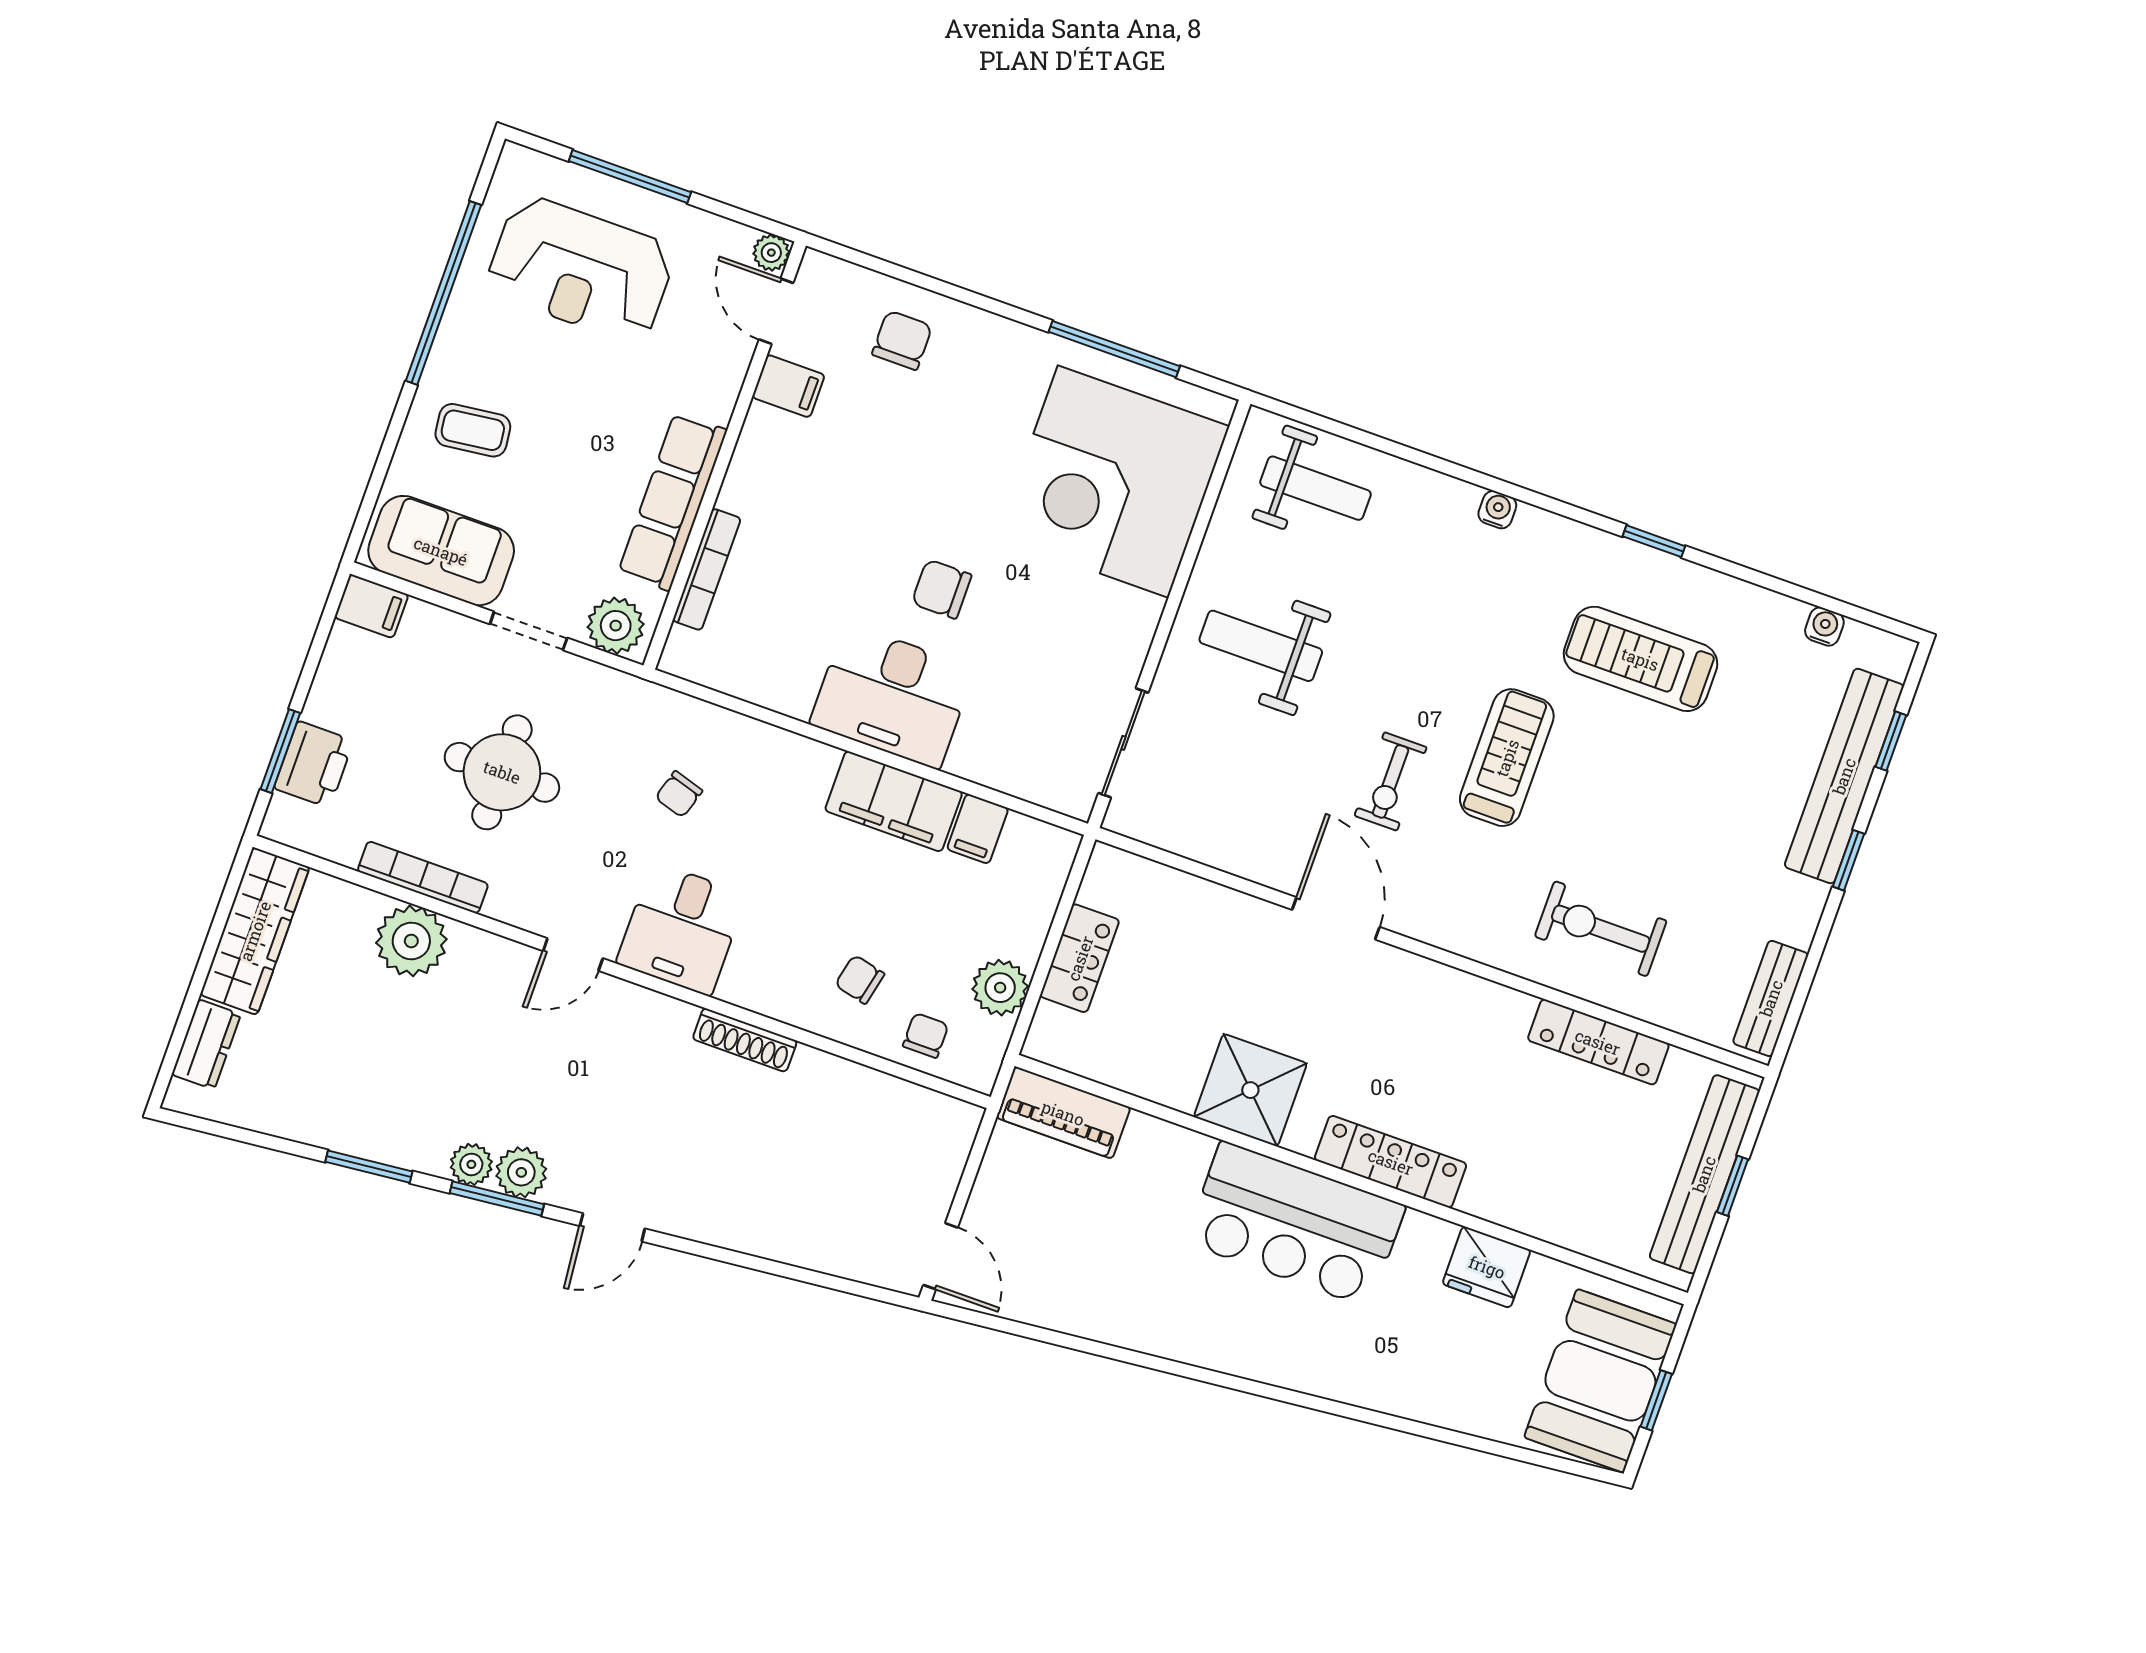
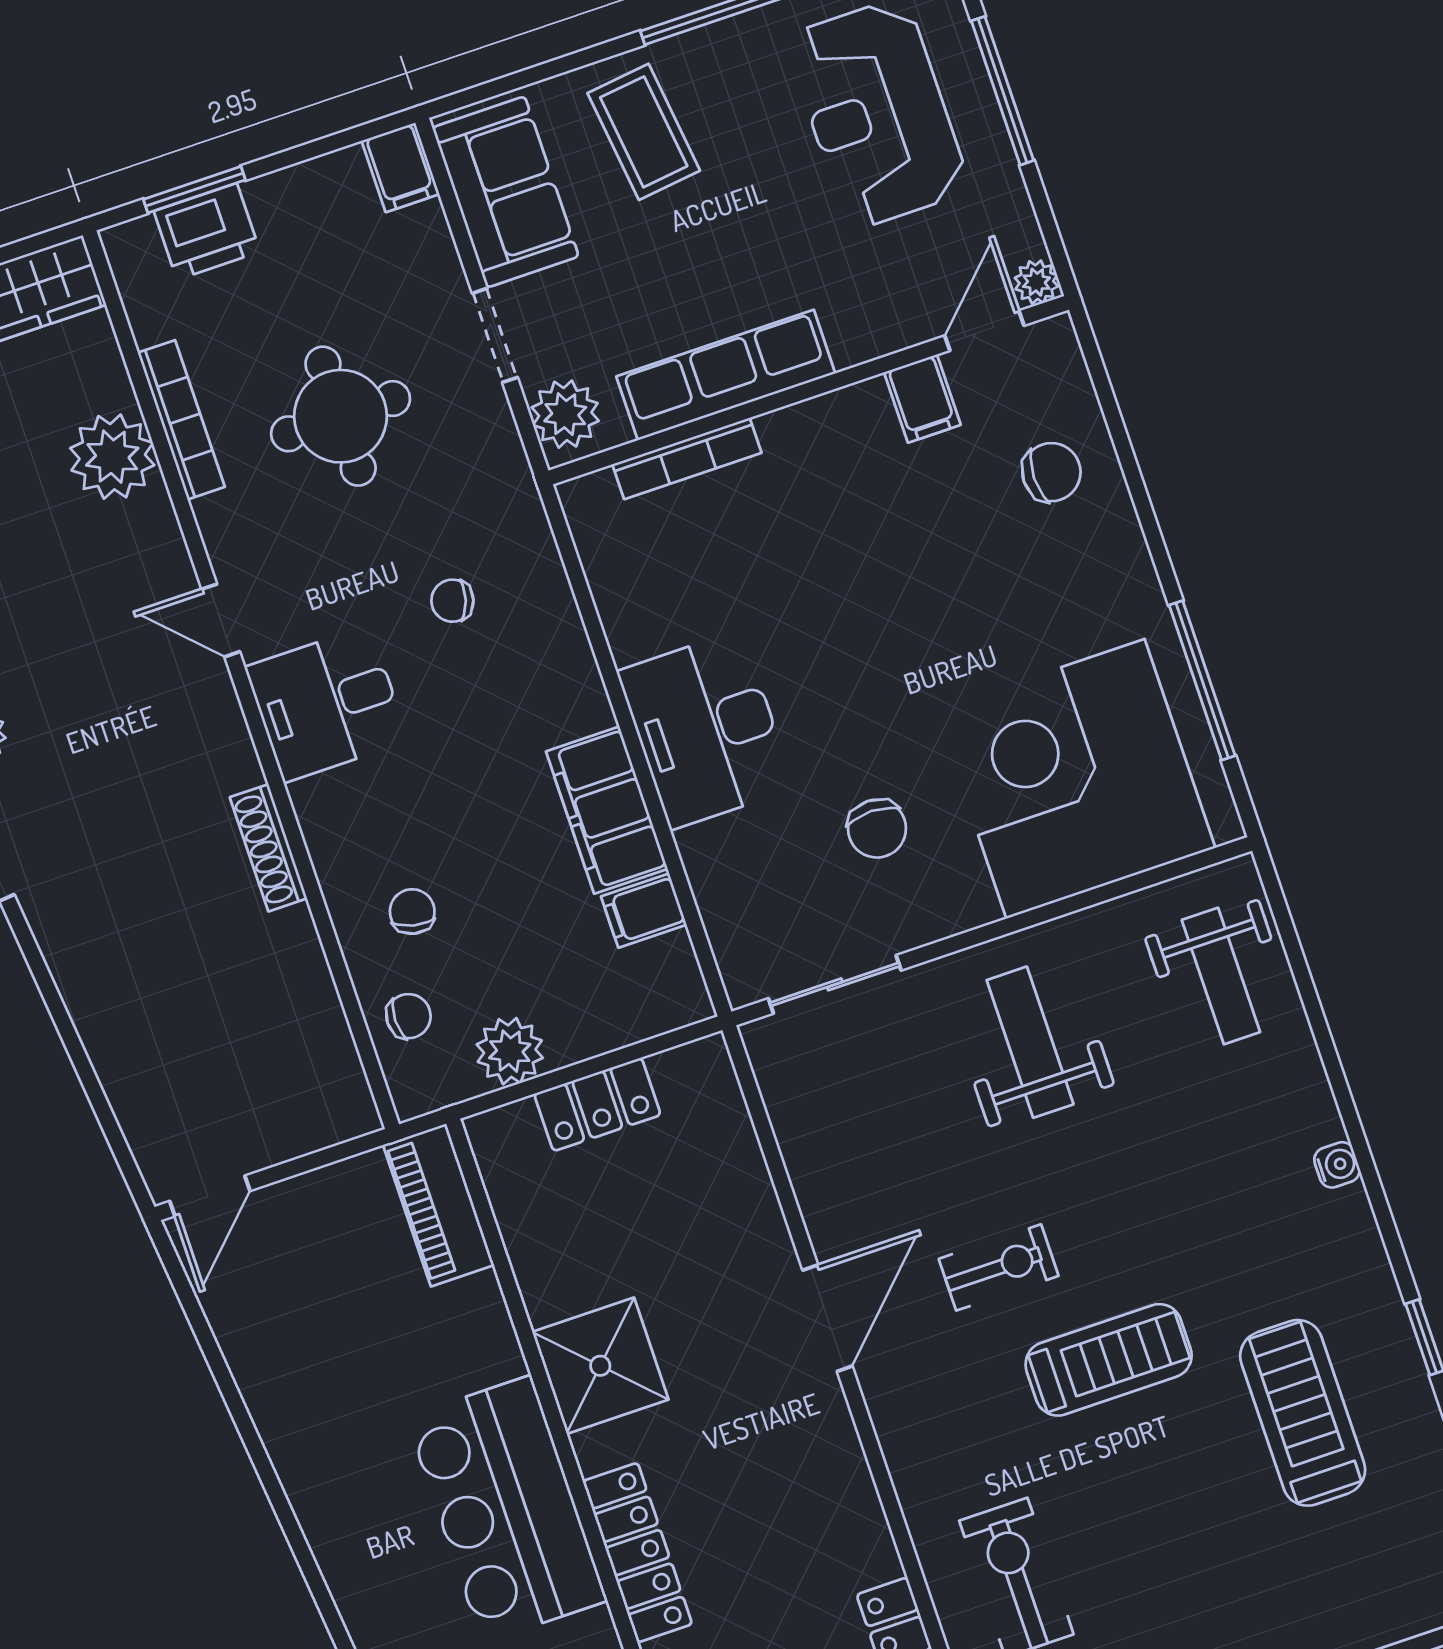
coffee table: (473, 430) -> (644, 132), width x1.36, depth x1.30
chair: (942, 589) -> (877, 829), moved, turned 180
exercise bike: (1391, 781) -> (999, 1267), turned 180

